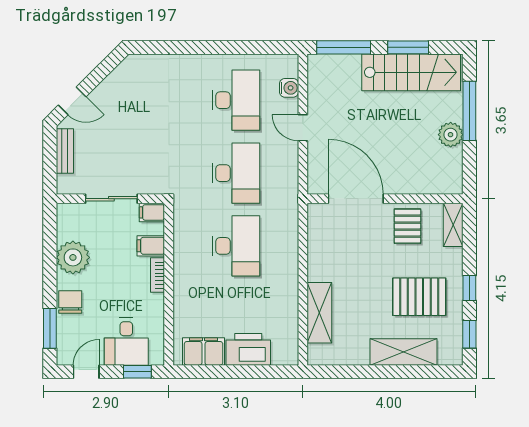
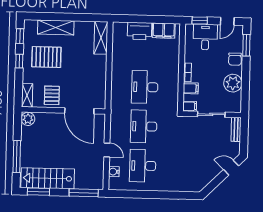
window: (408, 47) -> (38, 192), moved
plant: (451, 135) -> (28, 119), moved
bench: (65, 151) -> (236, 129), moved
shelving: (319, 313) -> (101, 38), moved

